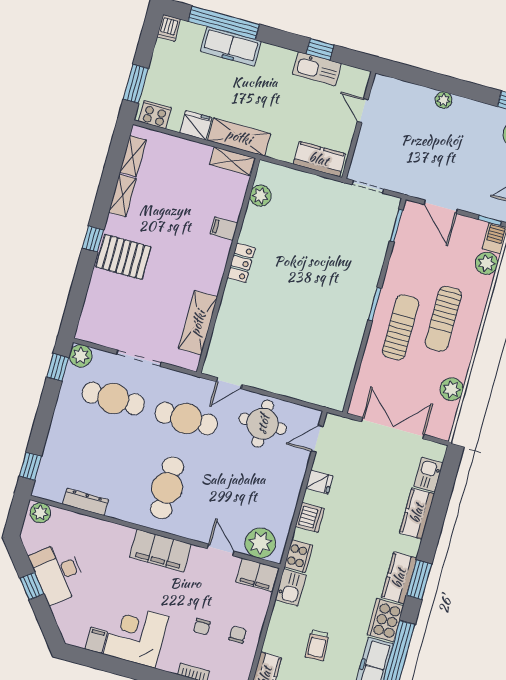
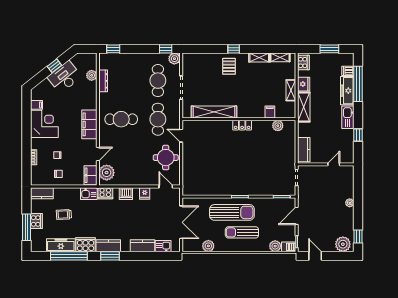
dishwasher: (169, 28) -> (348, 71), moved
kitchen sink: (317, 69) -> (348, 117), moved
window: (136, 84) -> (329, 49), moved
shelving: (232, 161) -> (291, 90), moved
filing cabinet: (224, 228) -> (270, 112), moved
pallet: (123, 257) -> (229, 66), width x0.67, depth x0.71
shelving: (198, 323) -> (214, 112), width x1.47
sun lounger: (401, 327) -> (232, 212), width x1.36, depth x1.34
plant: (40, 513) -> (92, 75), moved

